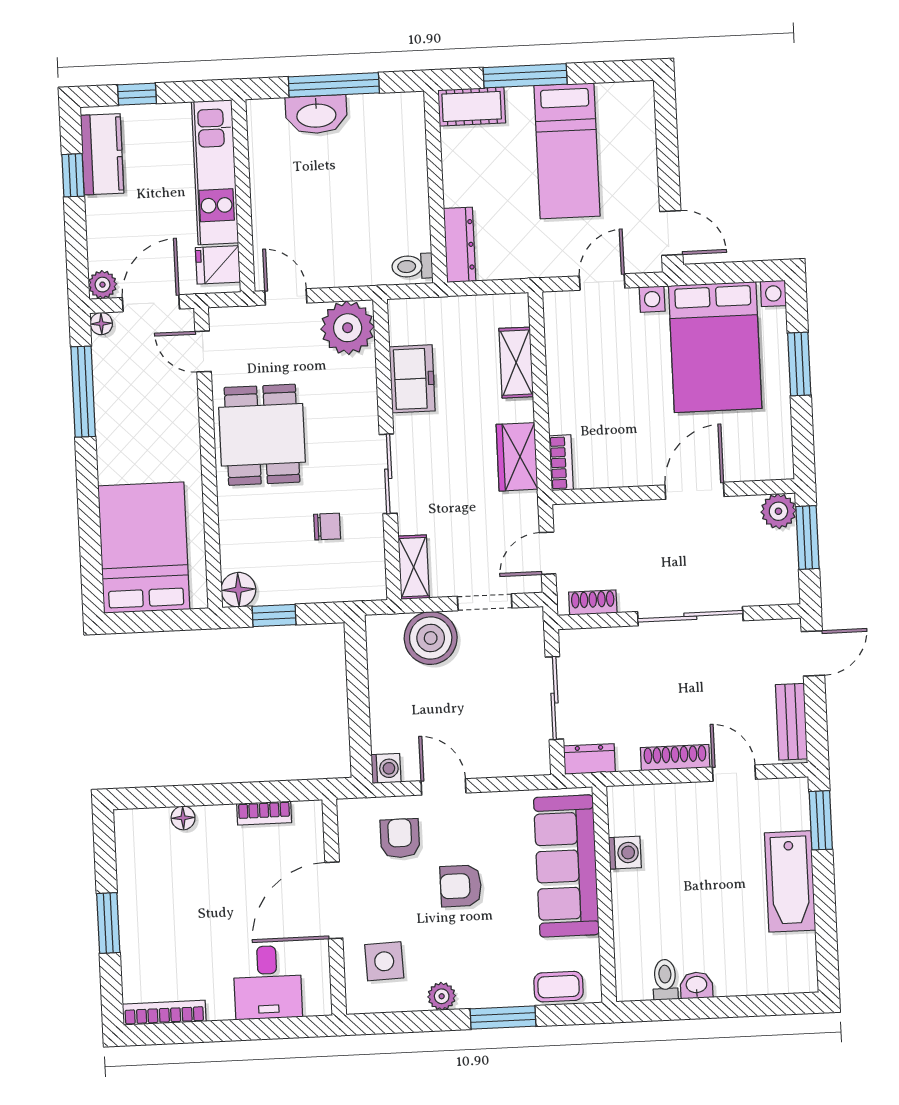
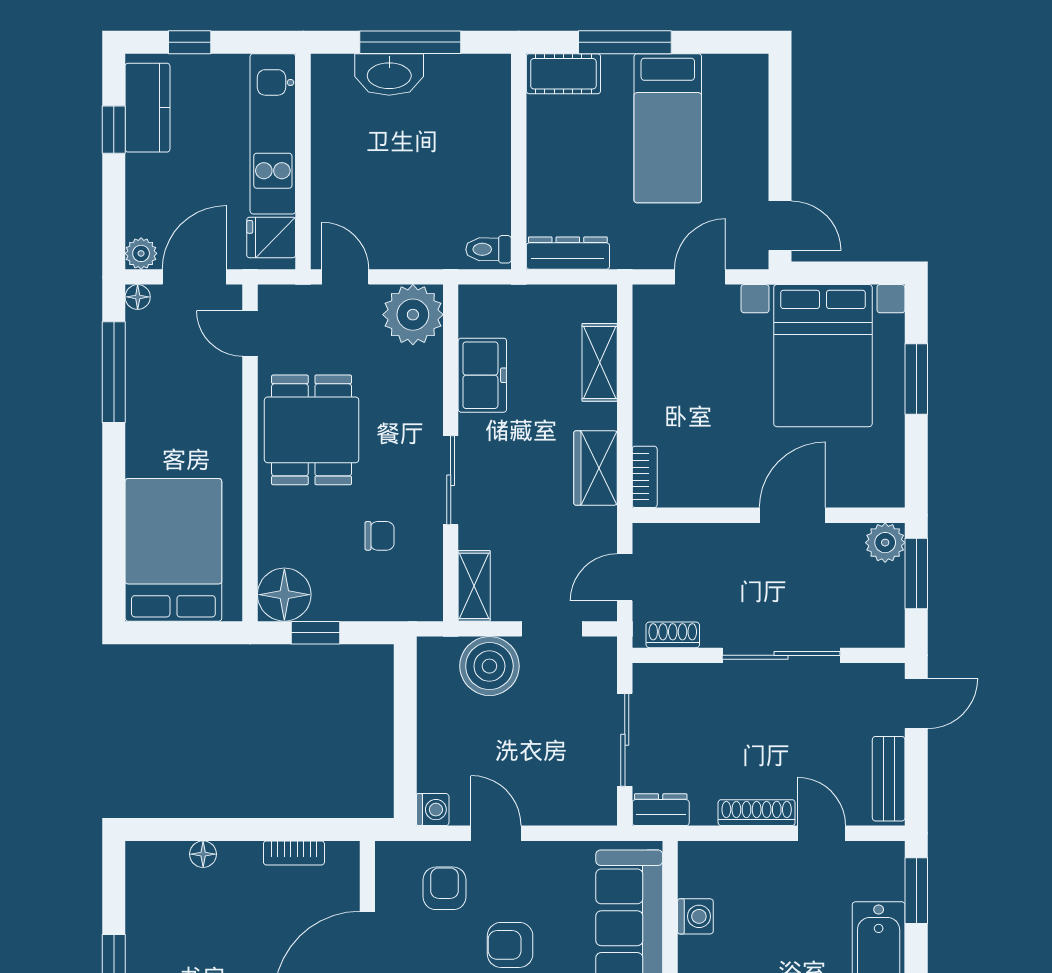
dresser: (460, 245) -> (568, 253), moved, turned -90
floor lamp: (238, 590) -> (284, 595), width x1.38, depth x1.38

